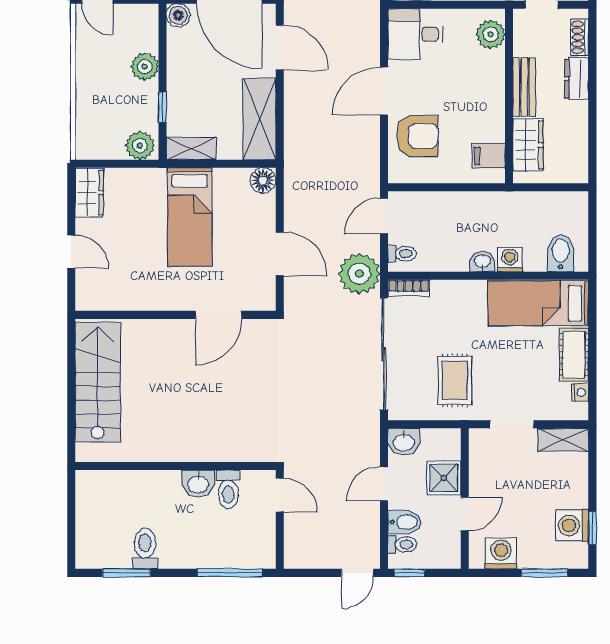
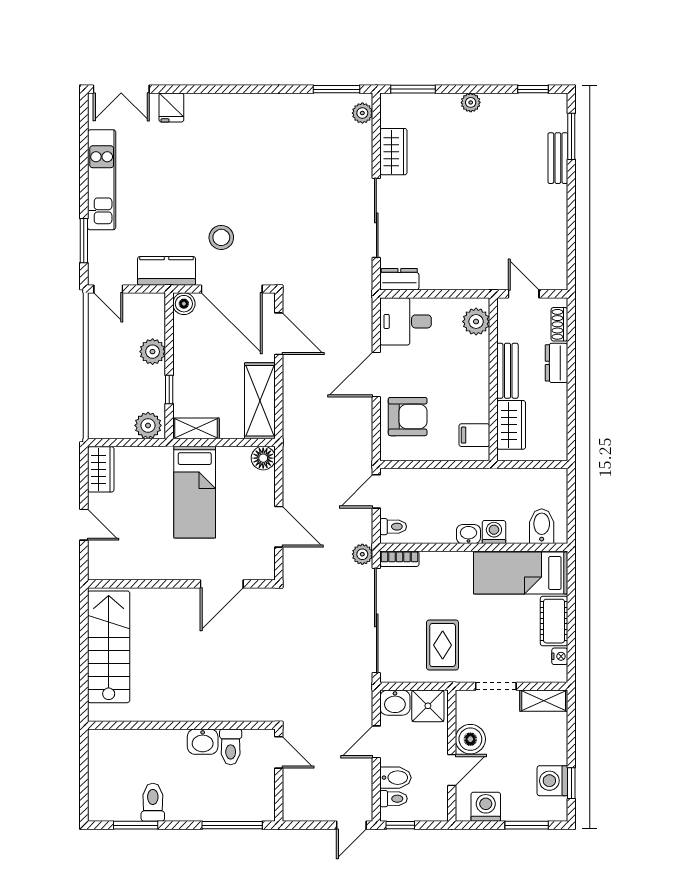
plant: (359, 274) -> (362, 554), width x0.53, depth x0.53
shower: (444, 478) -> (428, 706), moved
boiler: (485, 481) -> (470, 739), added

